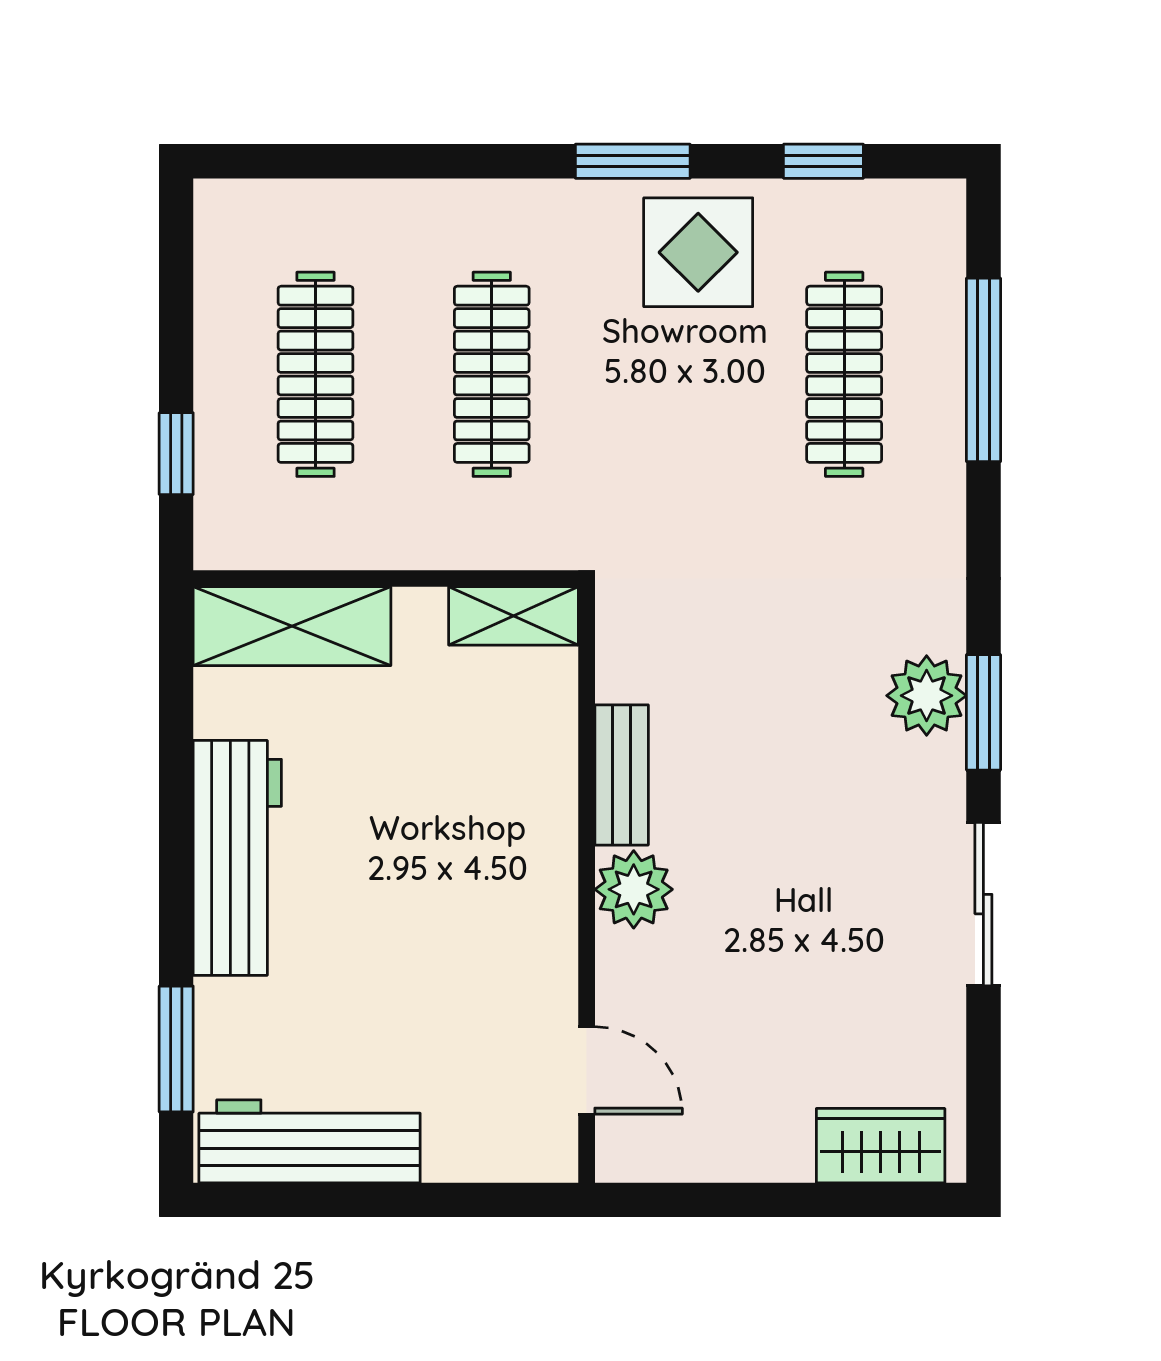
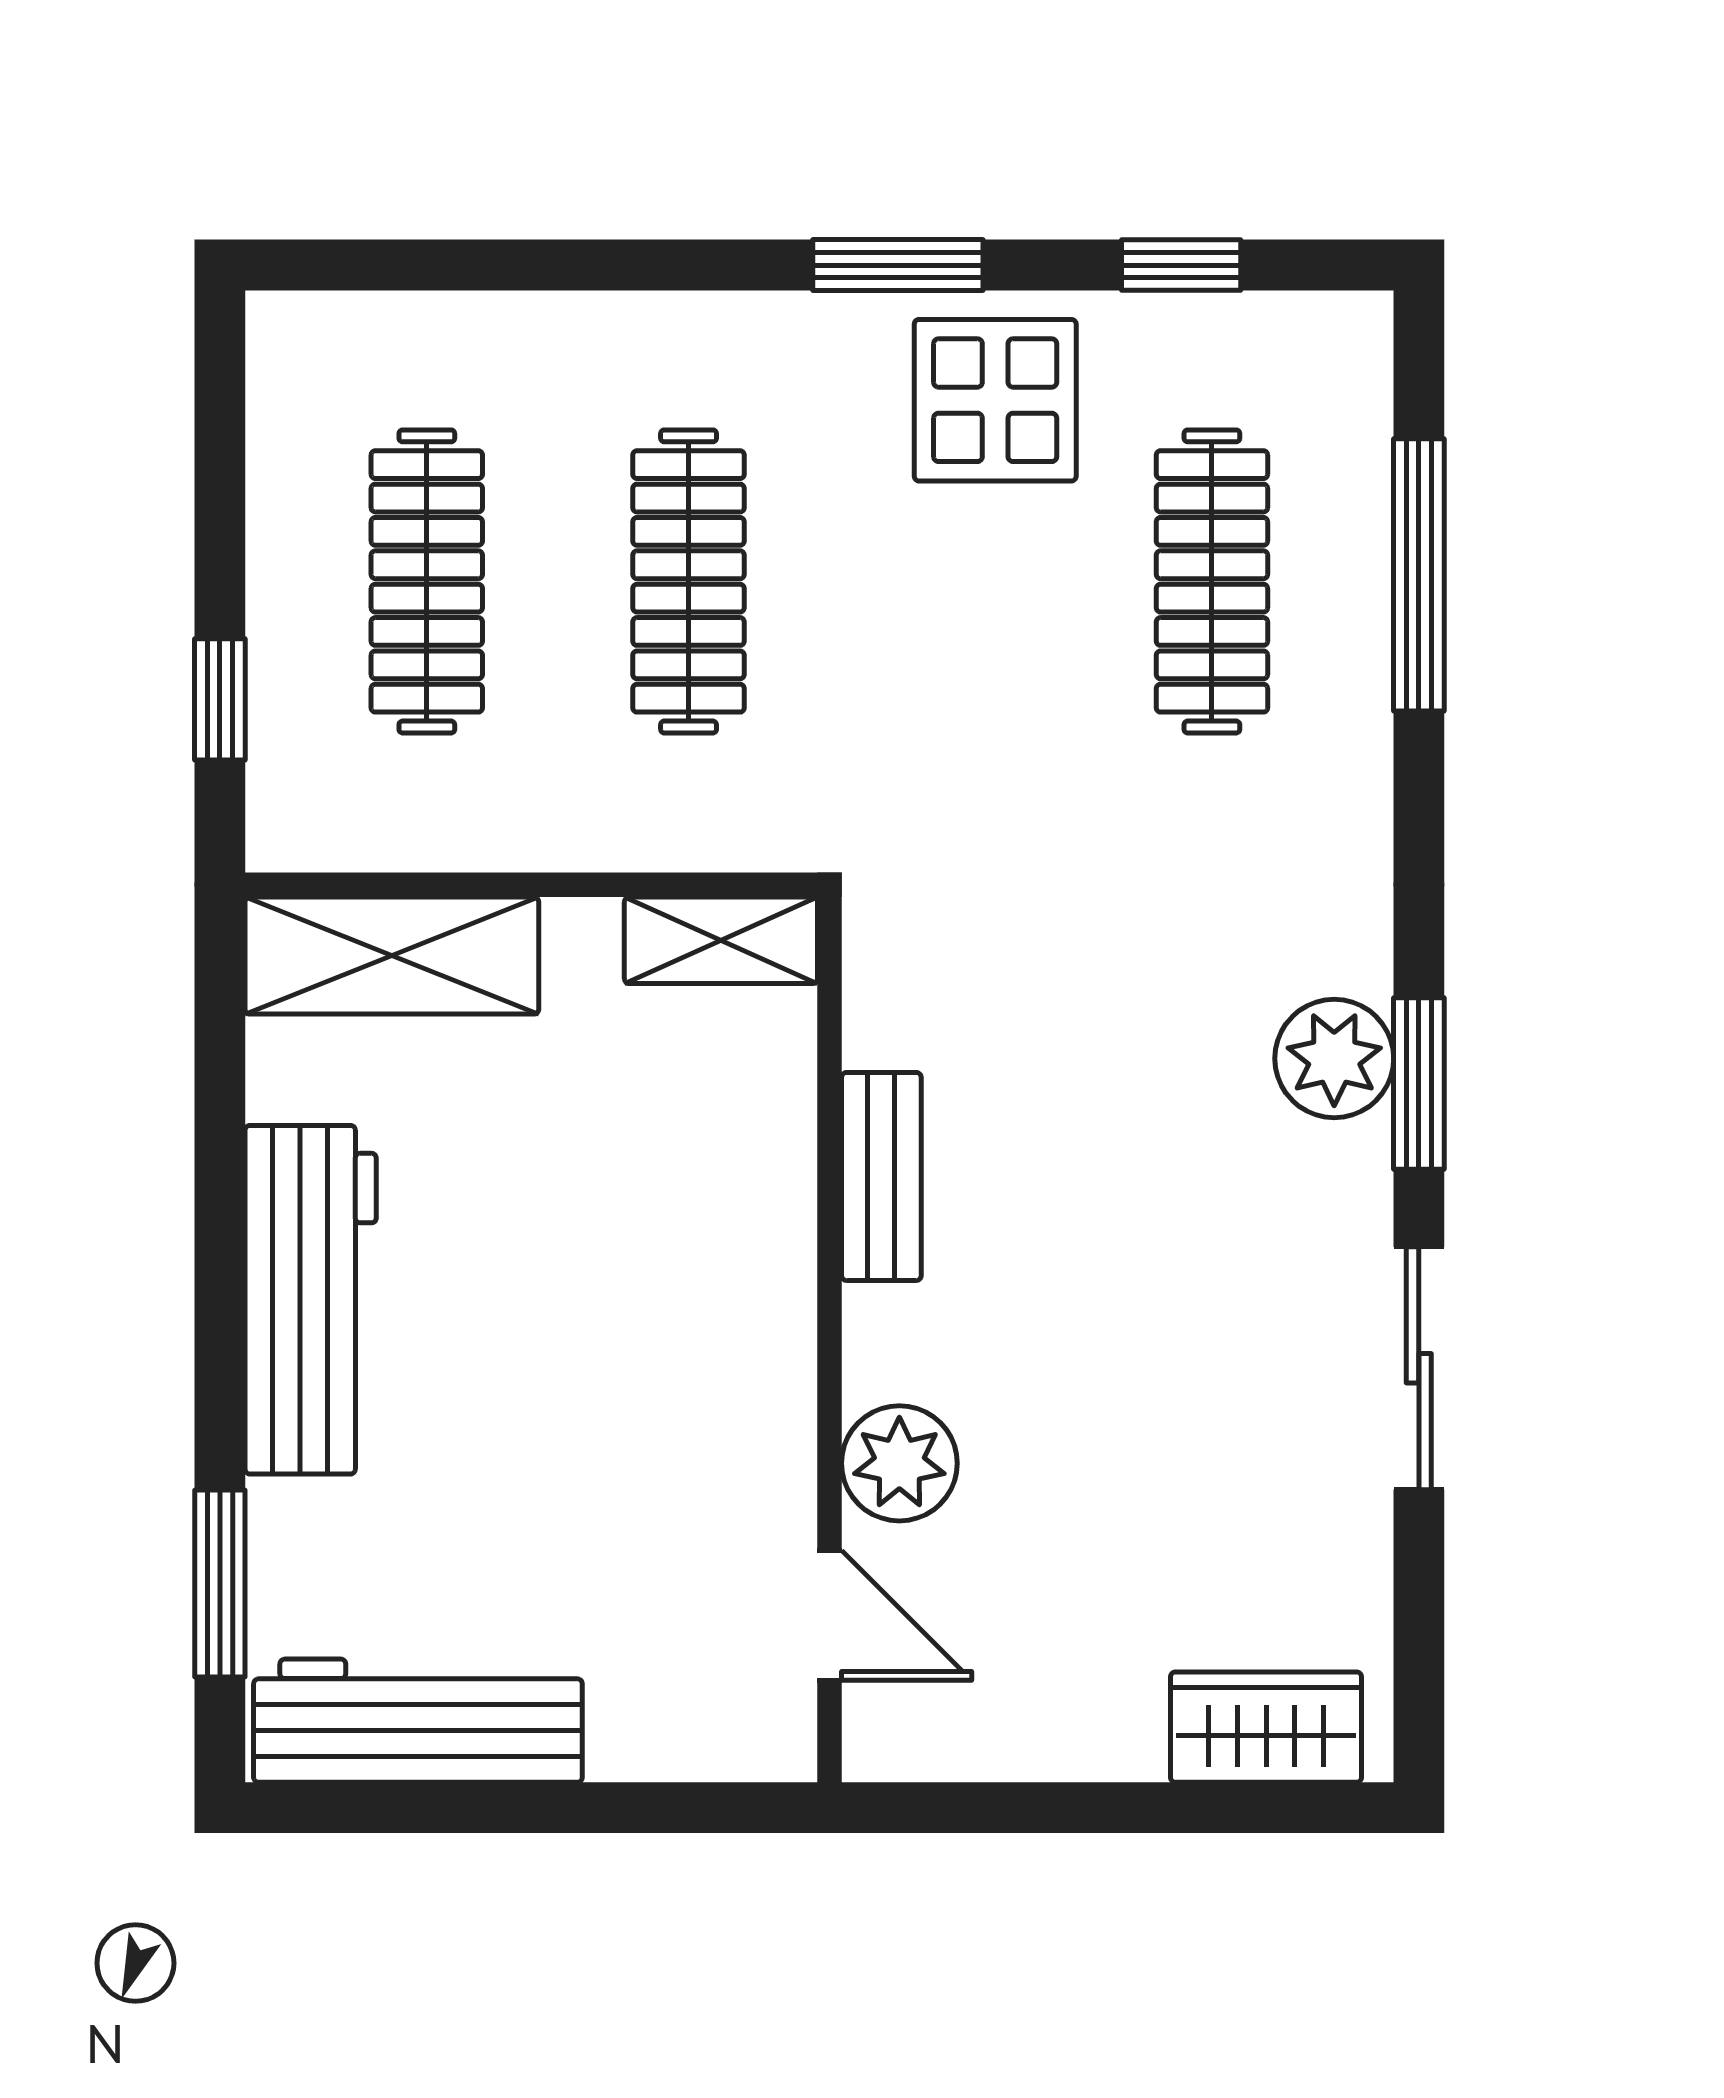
plant: (634, 889) -> (899, 1463), moved

